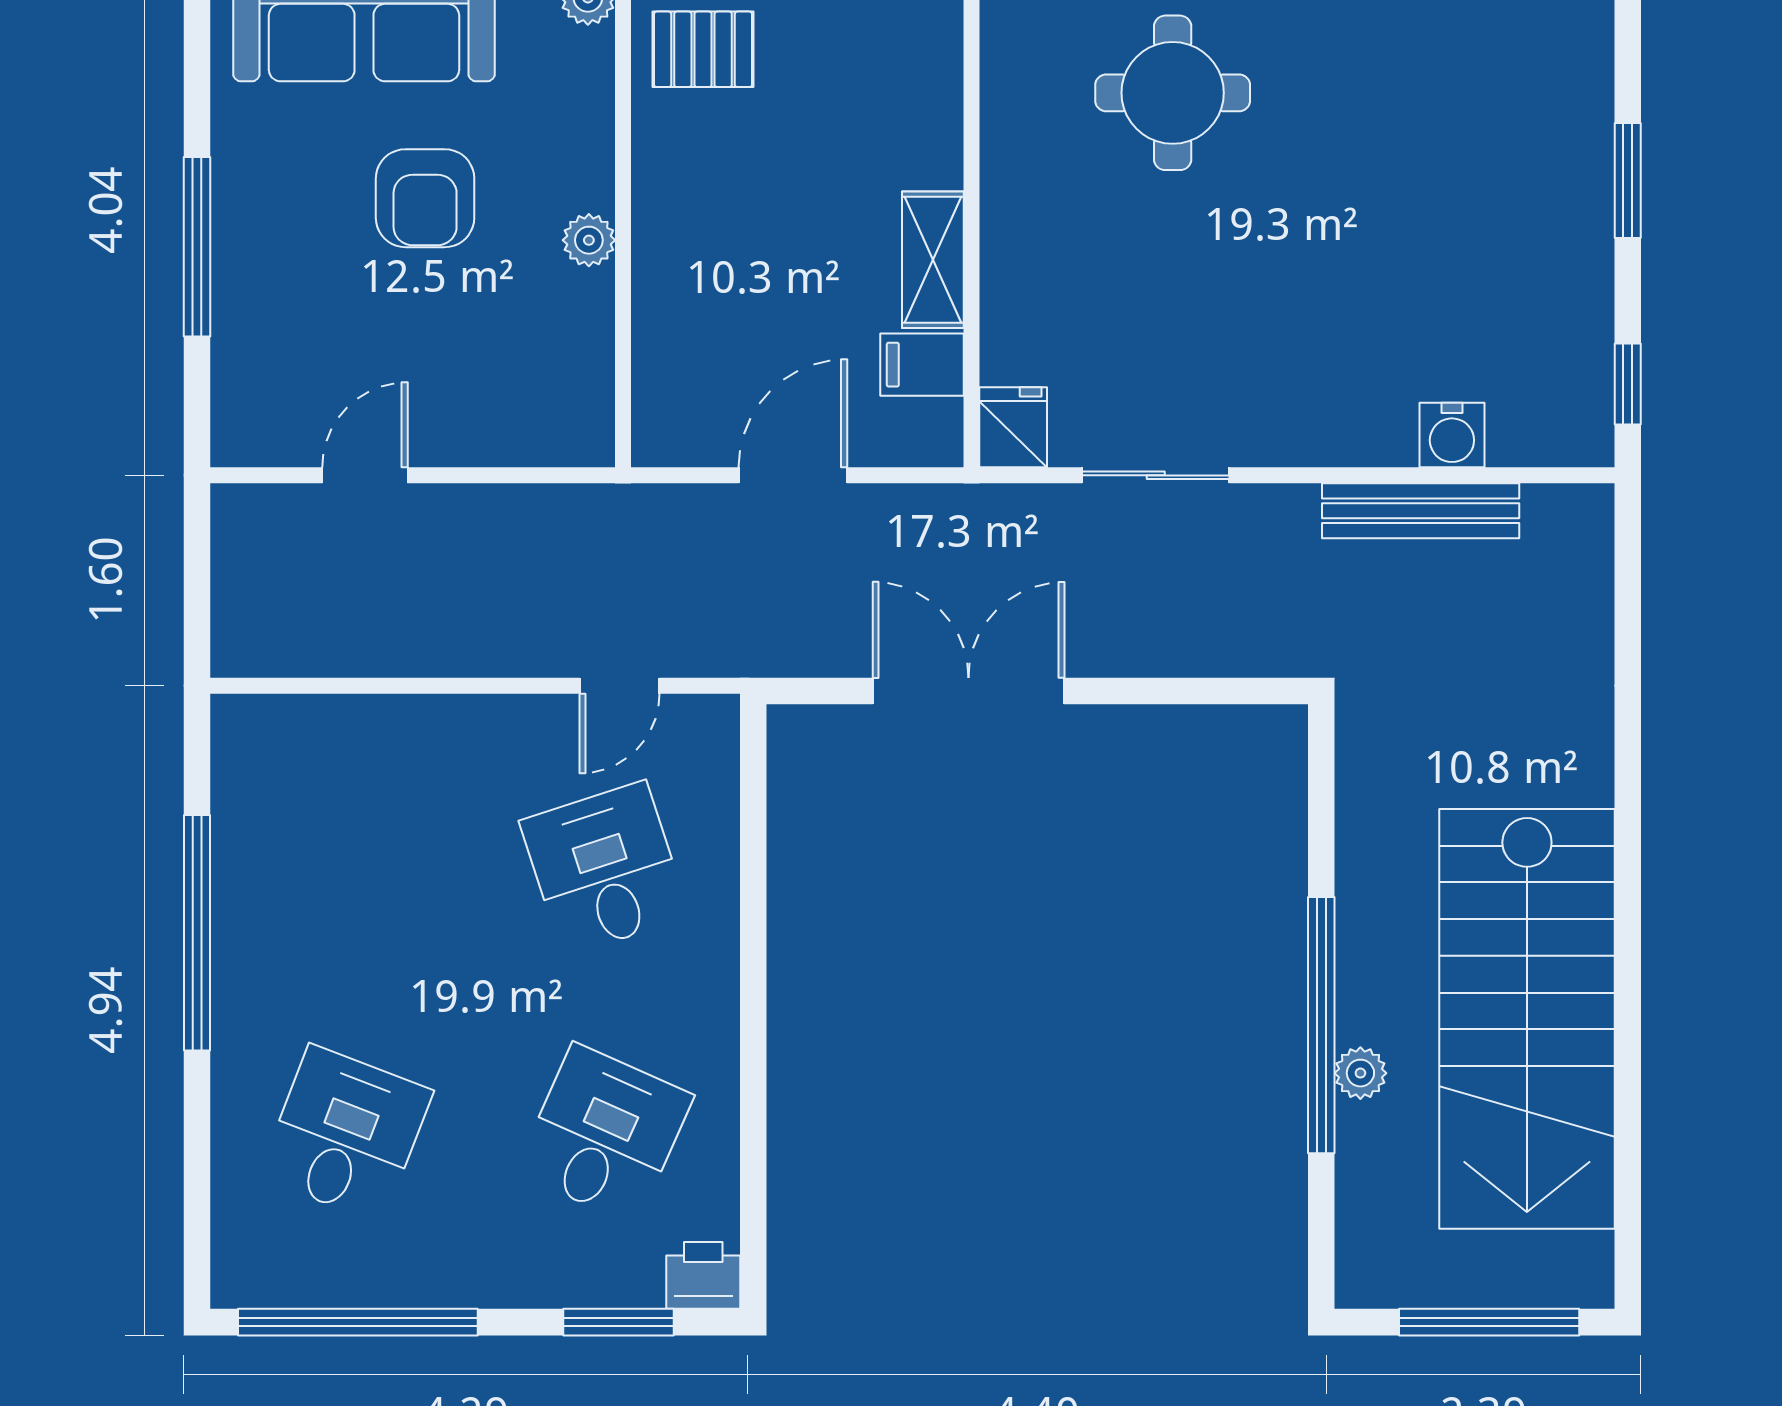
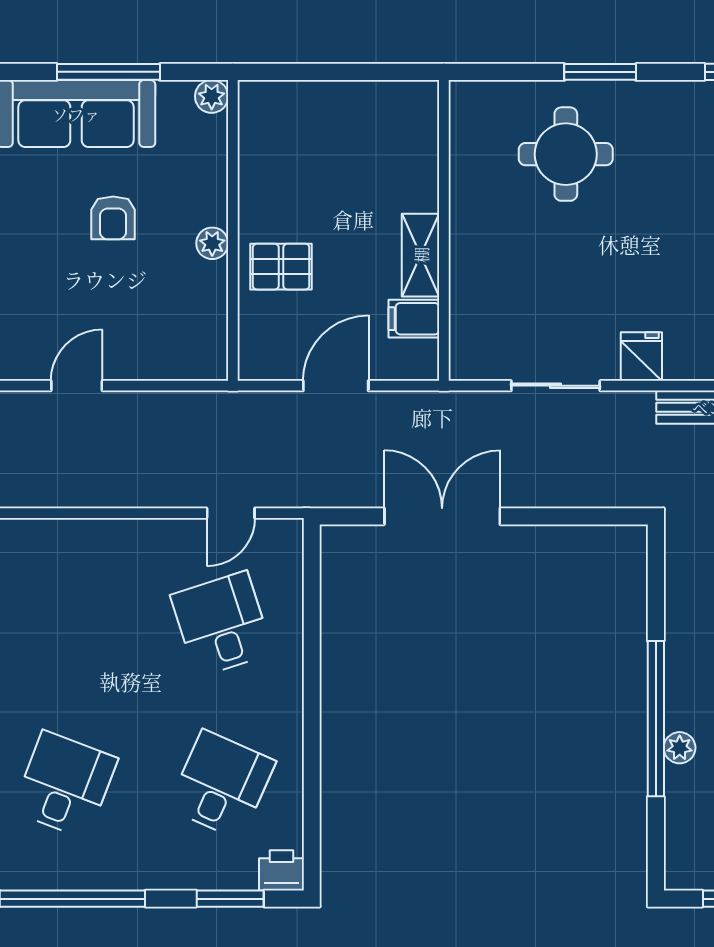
pallet: (703, 49) -> (281, 267), moved
armchair: (425, 198) -> (113, 218), width x0.72, depth x0.72
fridge: (1013, 427) -> (641, 357), moved

